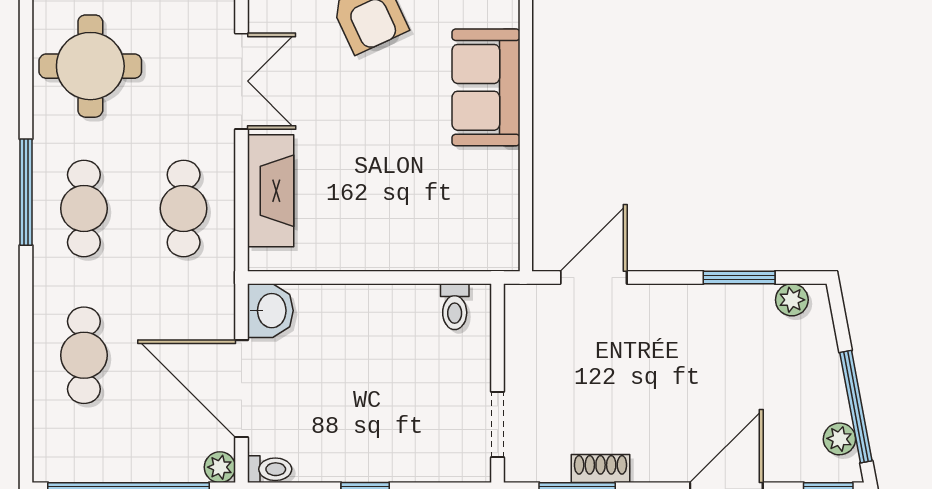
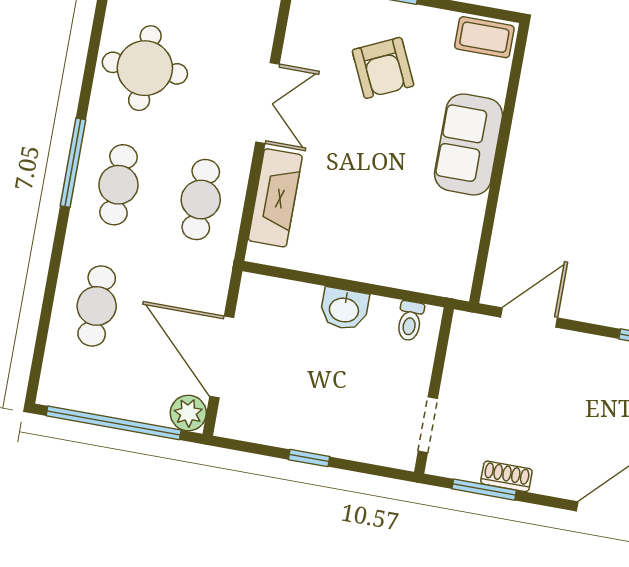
washbasin: (270, 311) -> (344, 309), moved, turned 90
plant: (220, 467) -> (188, 413), width x1.38, depth x1.38
toilet: (270, 469) -> (233, 428), removed

